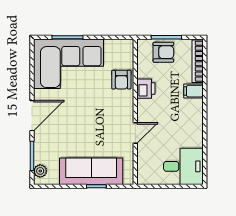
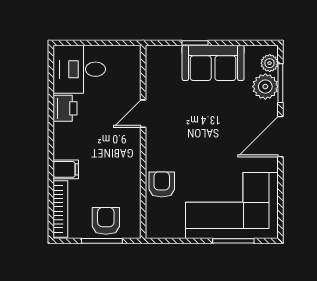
armchair: (163, 52) -> (106, 221), turned 90
printer: (146, 89) -> (65, 108), moved, turned 180
plant: (43, 153) -> (265, 87), added
sofa: (91, 171) -> (213, 63), width x0.73

